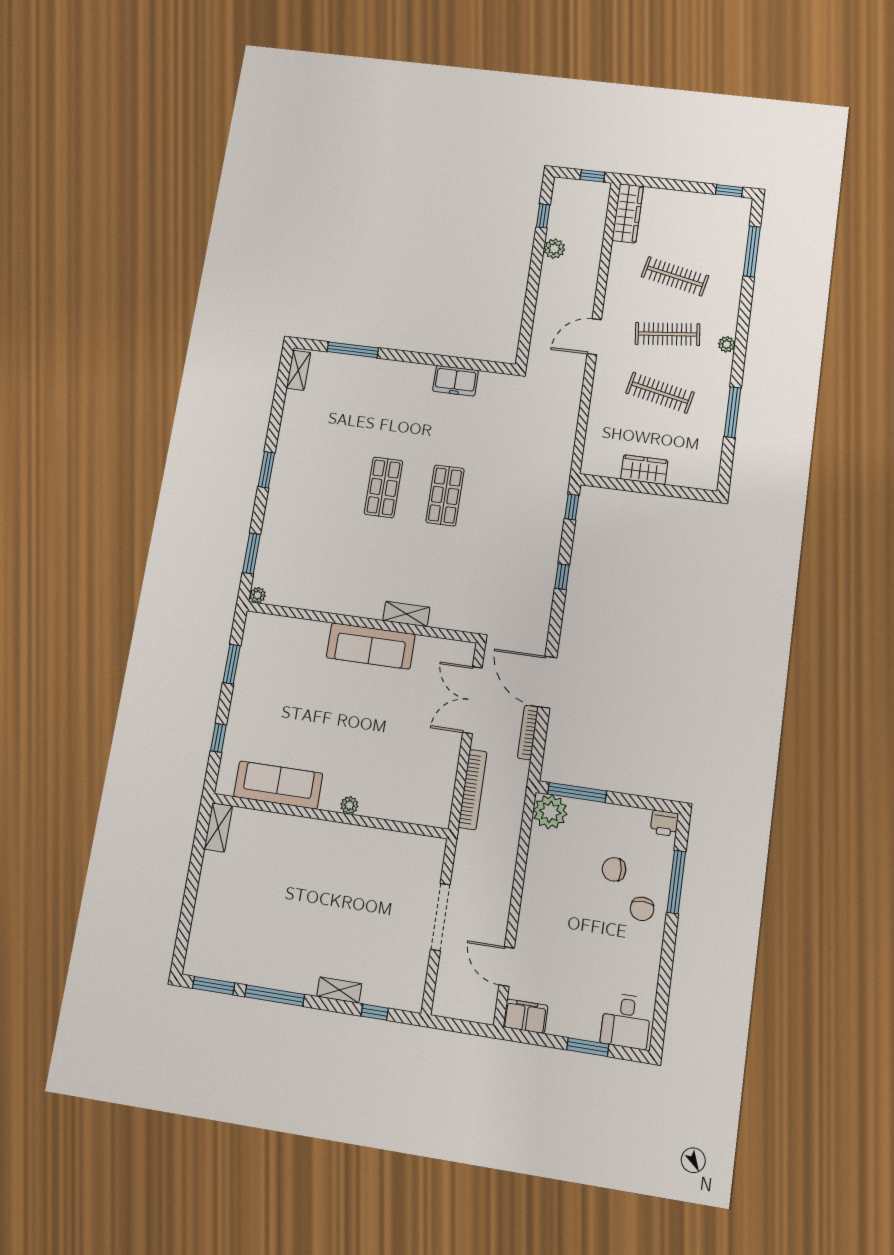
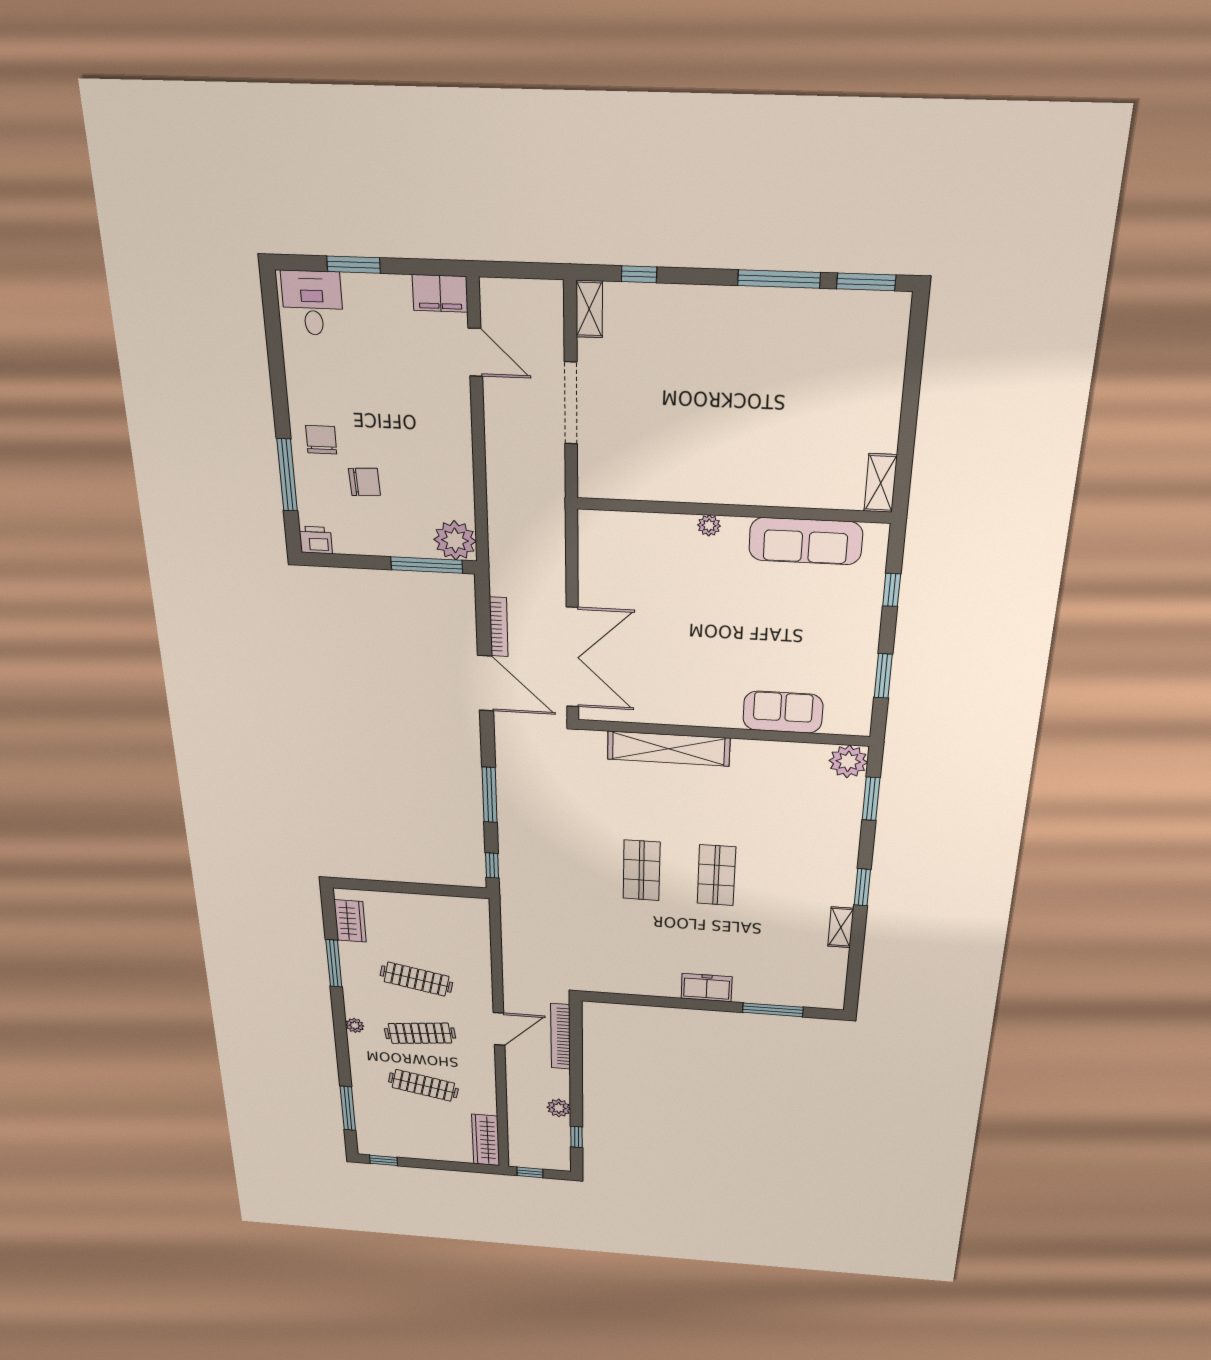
shelving: (298, 370) -> (841, 927), moved
freezer: (456, 381) -> (707, 988), moved
wardrobe: (644, 470) -> (350, 921), moved, turned -90
window: (562, 577) -> (490, 795), width x2.17
plant: (258, 595) -> (848, 761), width x1.88, depth x1.88
shelving: (406, 614) -> (669, 749), width x2.20, depth x1.33
sofa: (371, 646) -> (783, 712), moved, width x0.73
double door: (472, 700) -> (572, 657), width x1.36
bookcase: (473, 790) -> (561, 1037), moved
shelving: (339, 990) -> (589, 309), moved, turned 90

